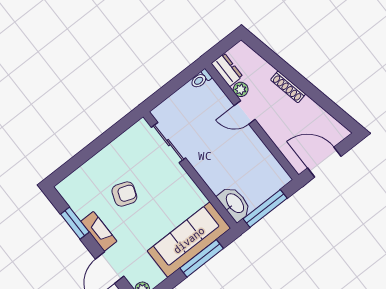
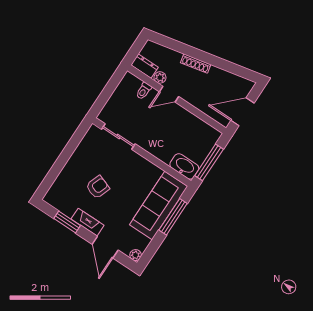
toilet: (201, 79) -> (144, 91), moved

